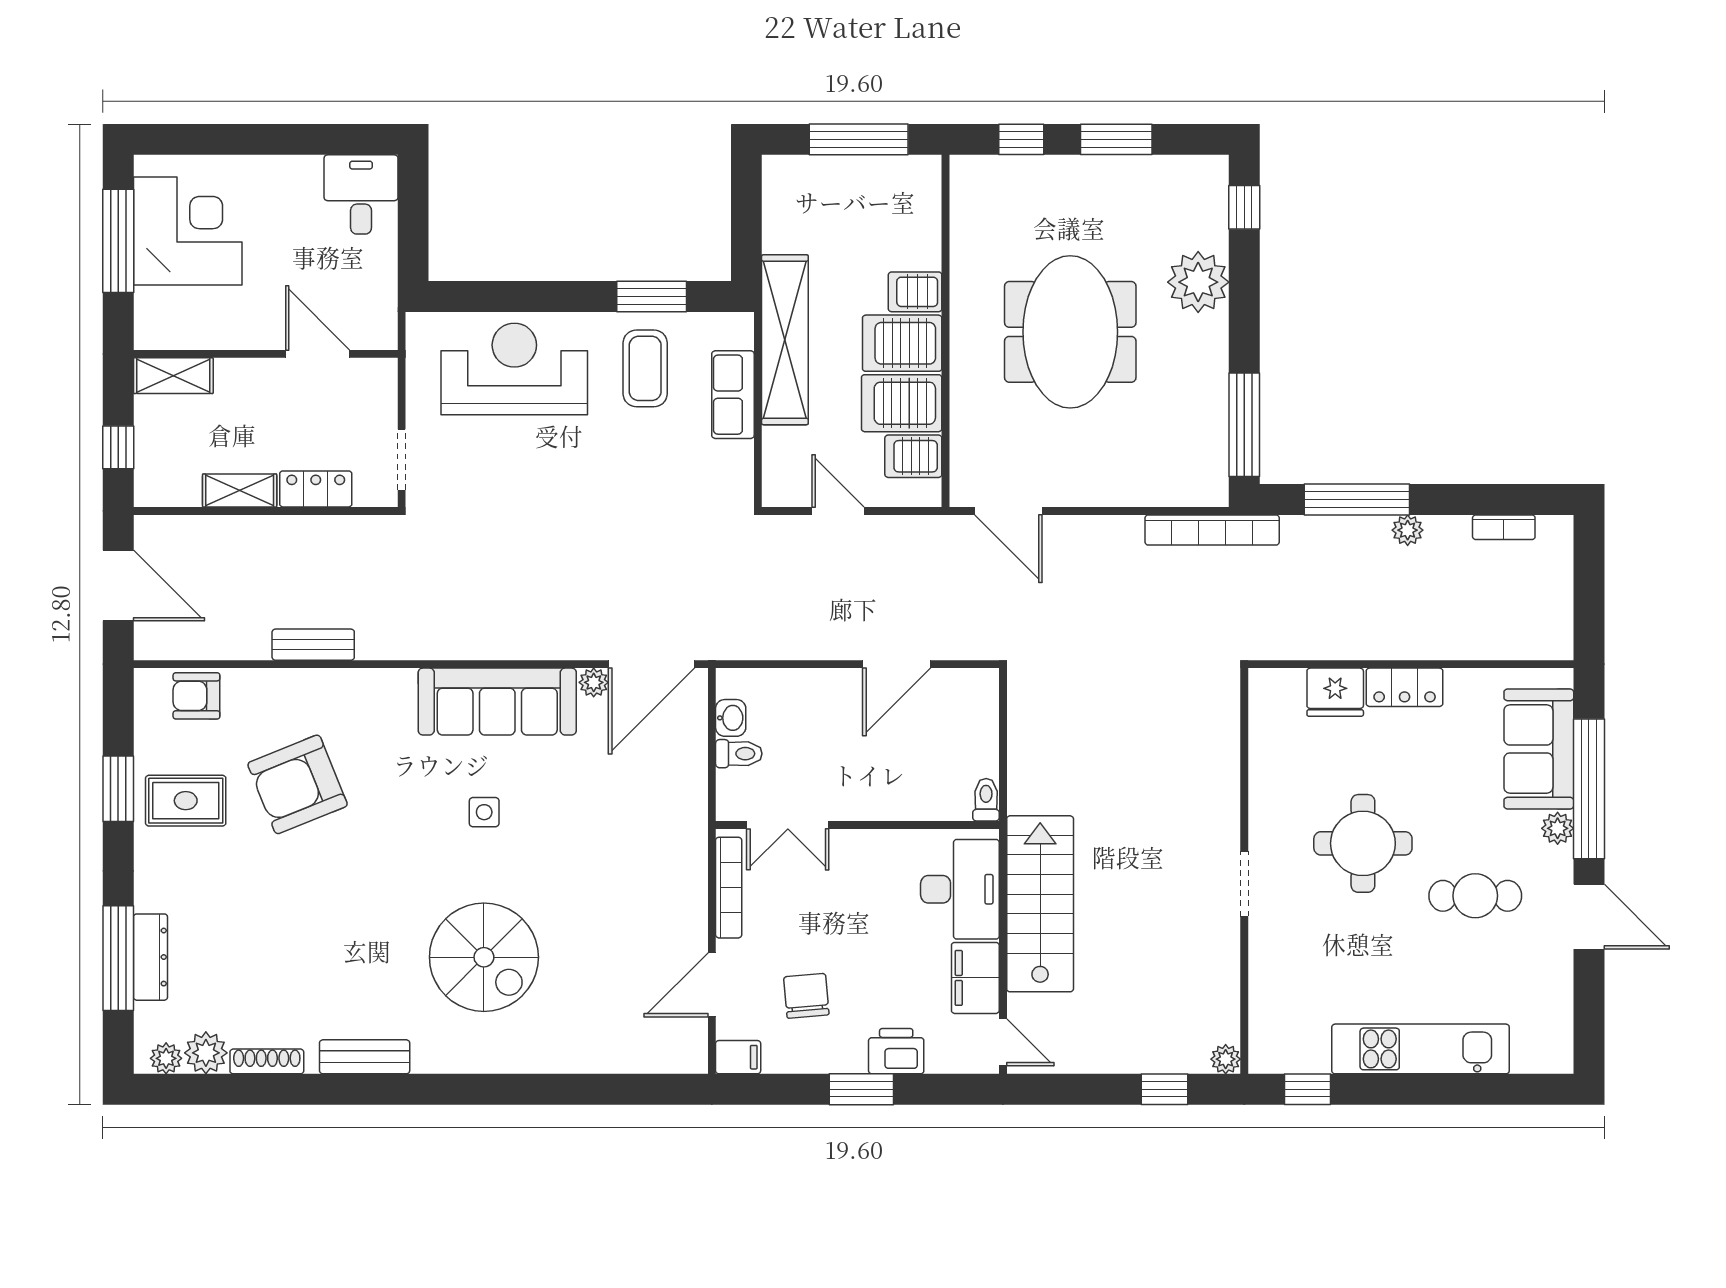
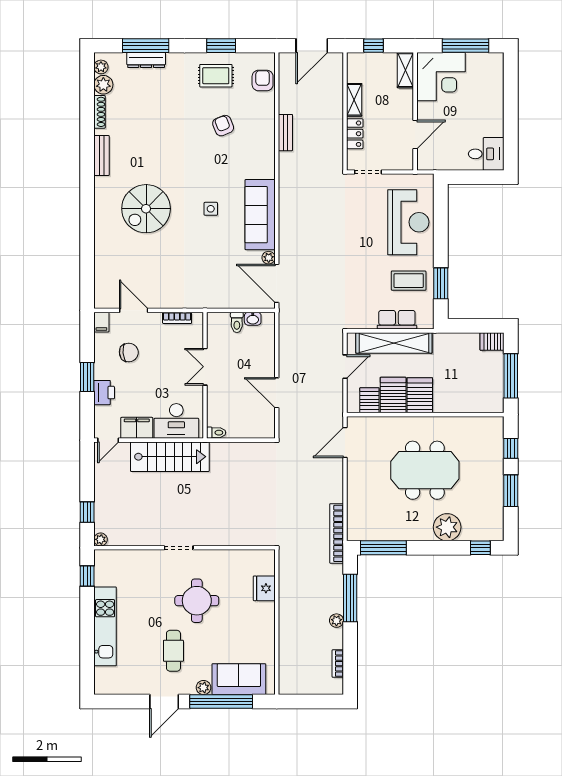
corner desk: (188, 231) -> (441, 77), moved
server rack: (915, 292) -> (492, 341), moved, turned -90
shelving: (785, 340) -> (394, 343), moved
locker: (1405, 687) -> (266, 619), removed
armchair: (298, 784) -> (223, 126), width x0.53, depth x0.53
rug: (186, 801) -> (216, 76), turned 90
double door: (788, 825) -> (205, 367), moved
bookcase: (729, 888) -> (177, 318), width x0.64

